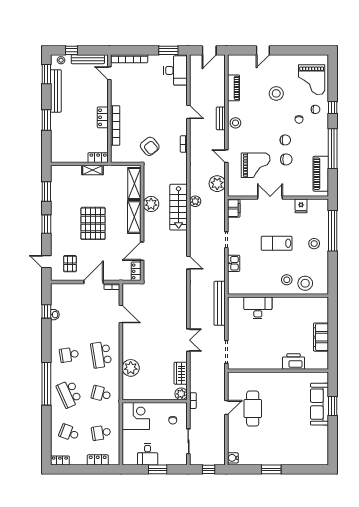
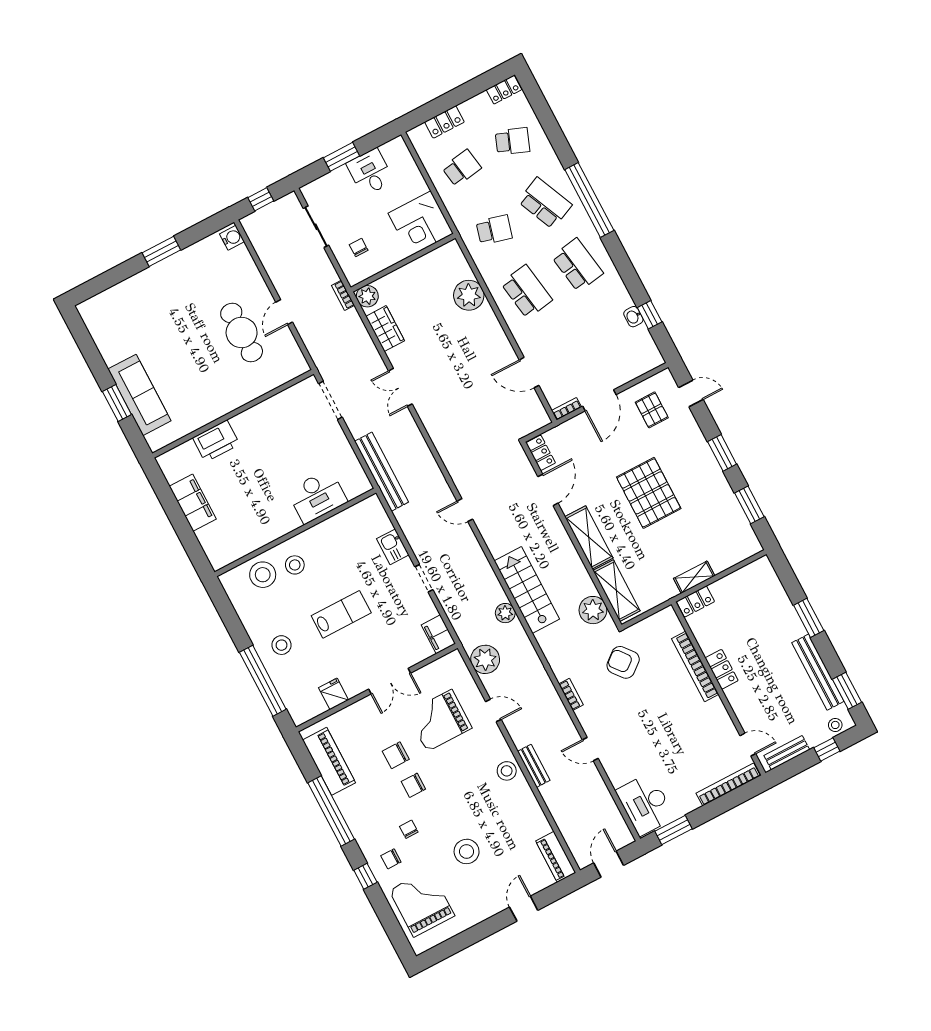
bench: (88, 59) -> (787, 753), width x0.73
piano: (234, 88) -> (556, 857), moved
plant: (151, 204) -> (593, 610), moved
school desk: (69, 355) -> (577, 265), width x1.85

